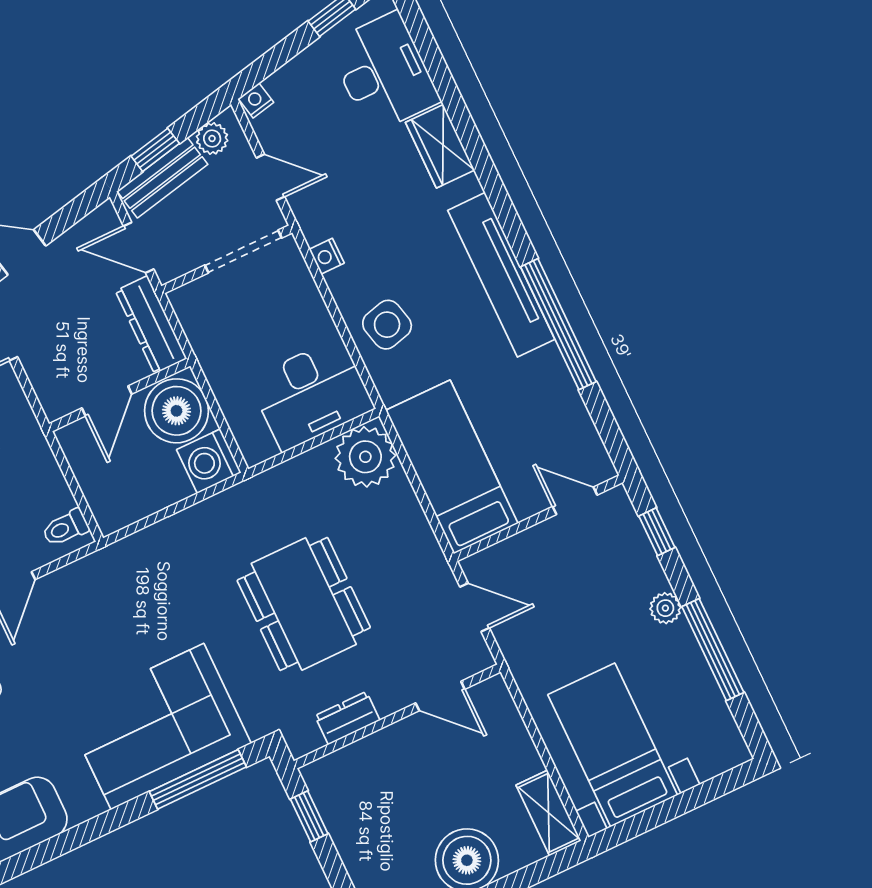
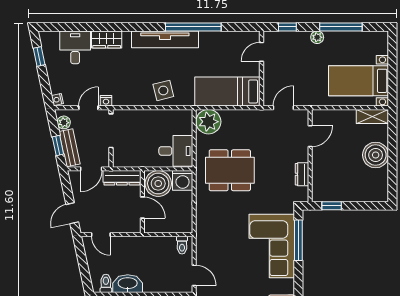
desk: (384, 73) -> (75, 47), width x0.73
nightstand: (327, 256) -> (106, 101), moved
desk: (311, 394) -> (176, 151), moved, width x0.73
dining table: (304, 604) -> (230, 170), moved

